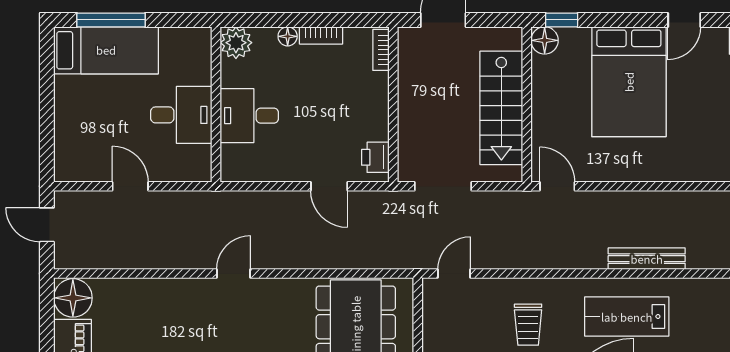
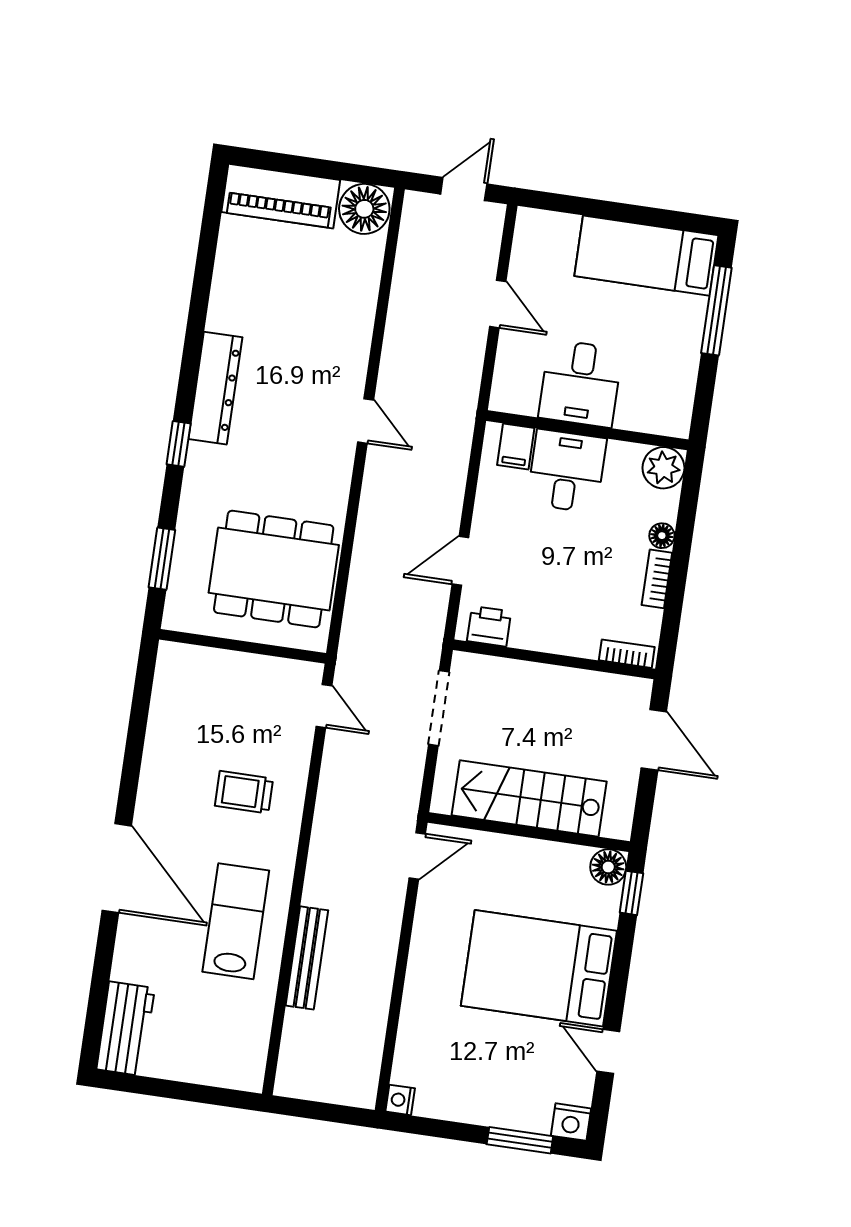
bed: (106, 50) -> (646, 256), moved, turned 90
filing cabinet: (236, 157) -> (516, 446), added
door: (130, 186) -> (498, 304), hinge flipped

